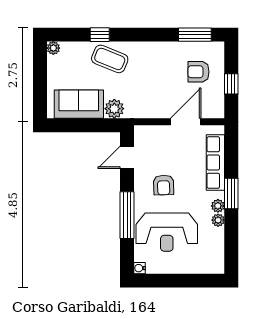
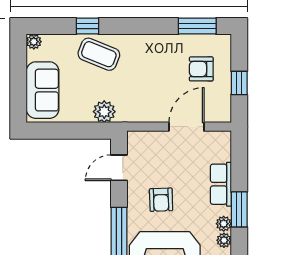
sofa: (79, 104) -> (43, 90), moved, turned 90
row of seats: (215, 163) -> (221, 184), width x0.68

